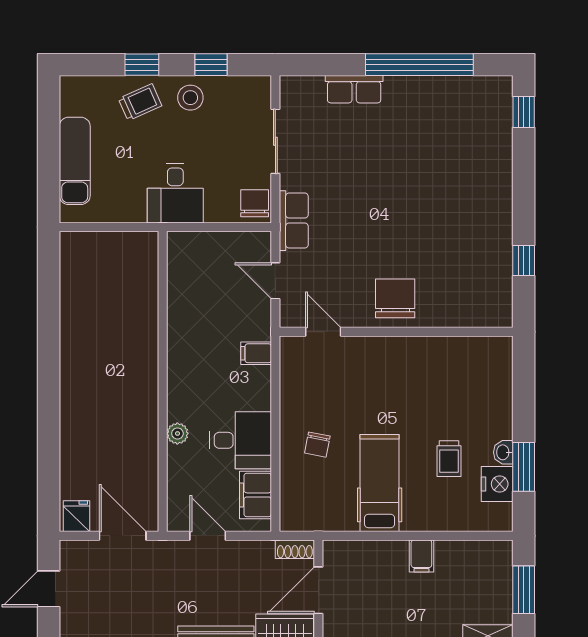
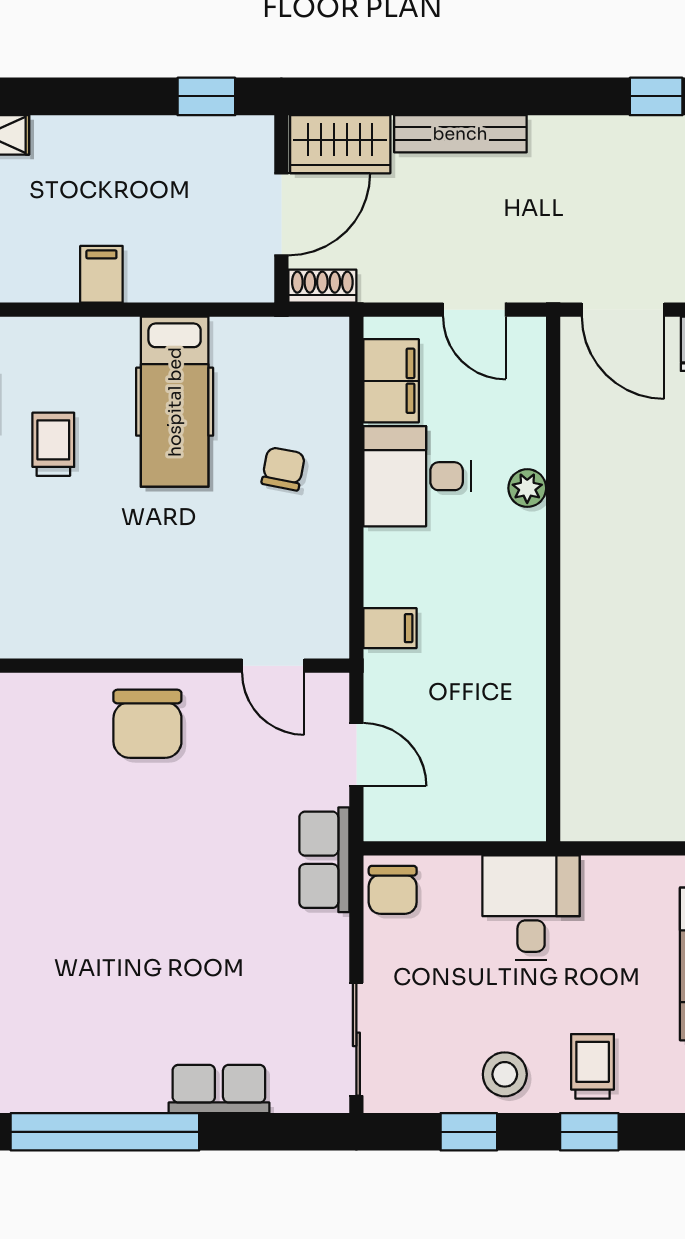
trolley: (140, 102) -> (593, 1066), turned 114
sliding door: (275, 141) -> (356, 1039), moved

